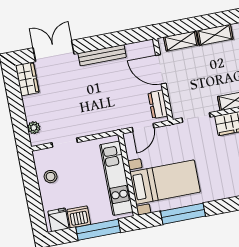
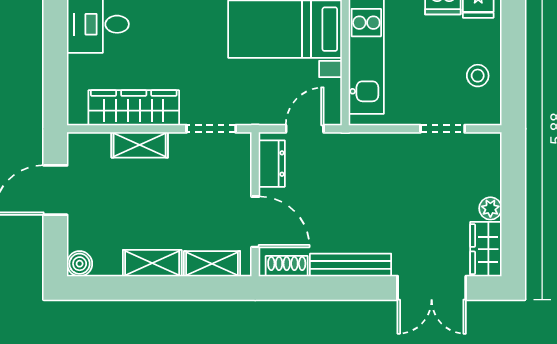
shoe rack: (138, 48) -> (287, 266), added
plant: (34, 128) -> (490, 208), moved

